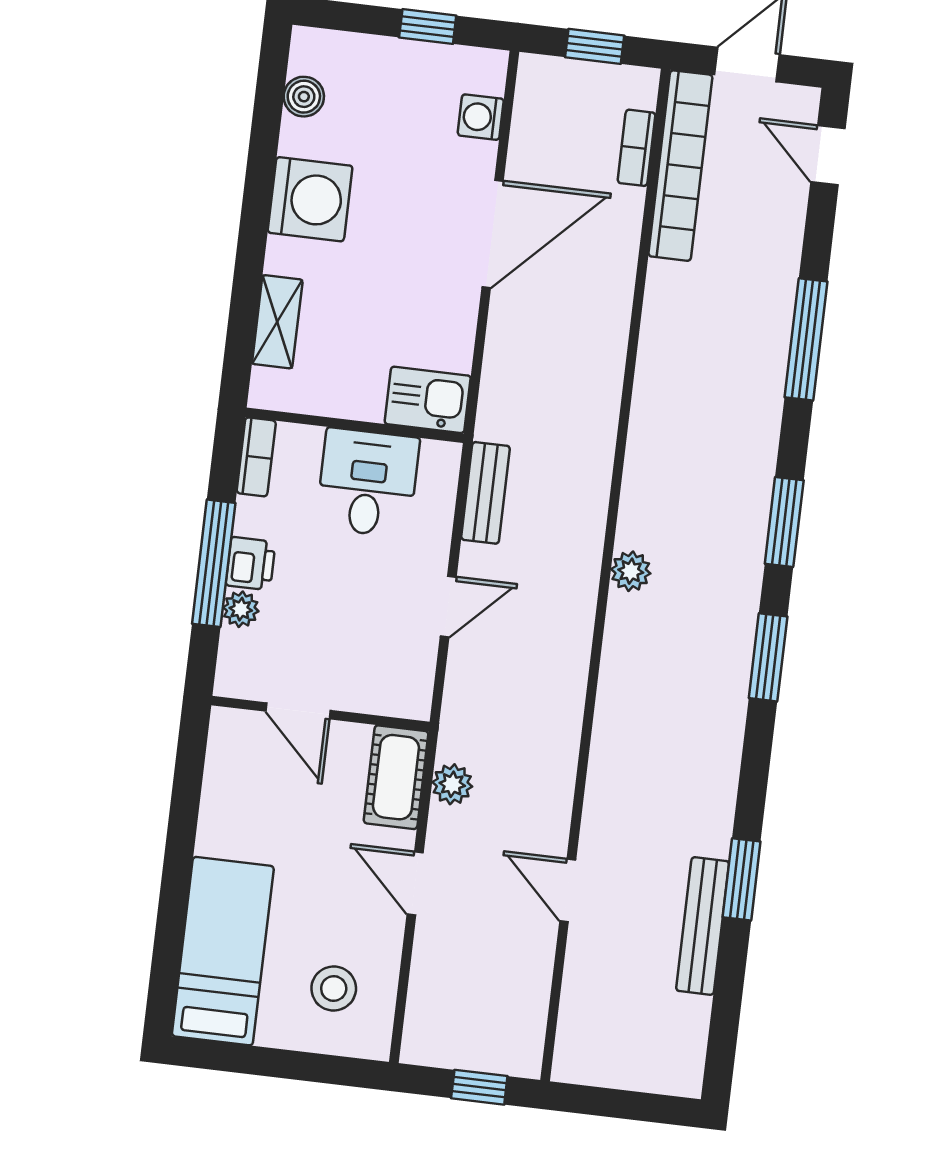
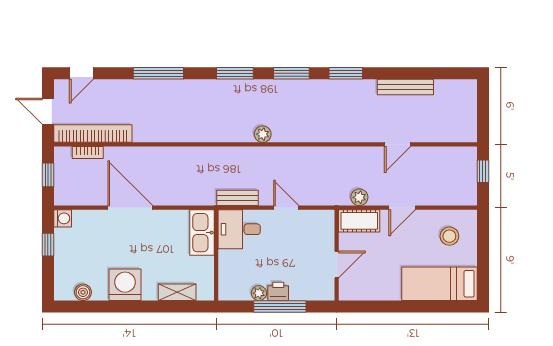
washing machine: (481, 117) -> (63, 218), moved, turned -90
kitchen sink: (428, 400) -> (202, 233), width x1.38
bookcase: (256, 457) -> (234, 294), removed
desk: (368, 483) -> (239, 229), moved
plant: (241, 609) -> (259, 293), moved
window: (742, 879) -> (346, 73), moved

